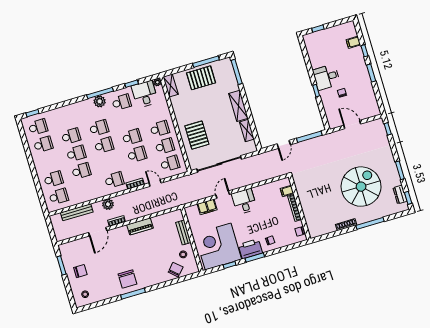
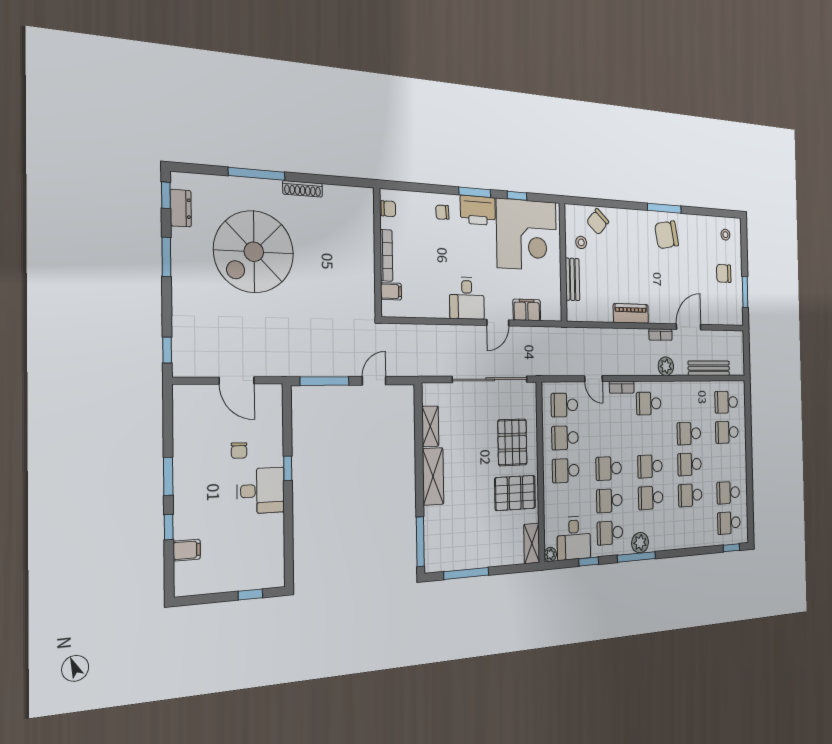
pallet: (201, 78) -> (515, 493), moved
school desk: (137, 154) -> (609, 501), moved
chair: (127, 279) -> (667, 235), turned -101

